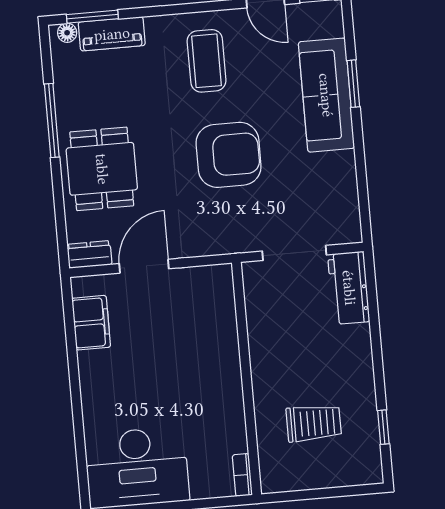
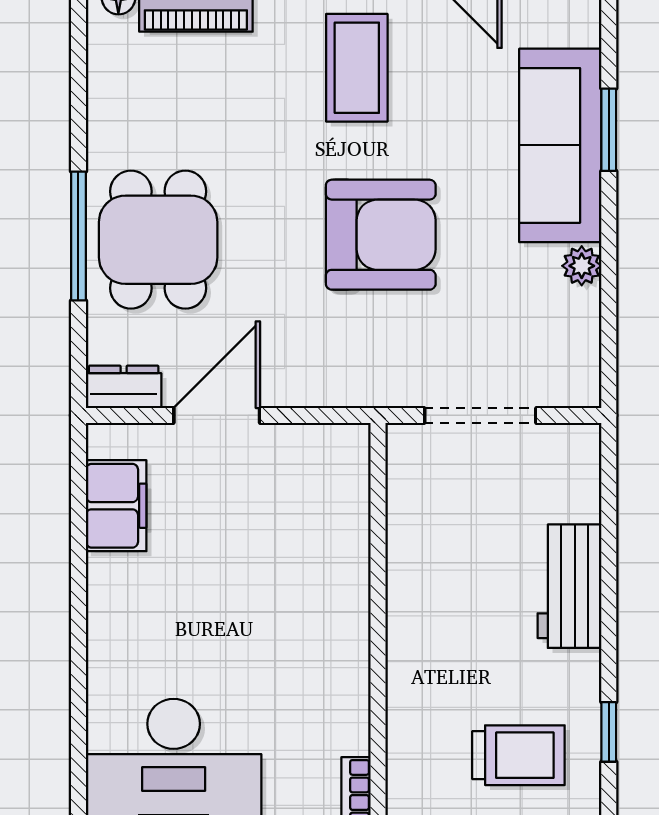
window: (52, 121) -> (78, 236), moved
plant: (345, 163) -> (582, 266), added
workbench: (349, 288) -> (569, 586), moved
trolley: (314, 423) -> (518, 755), moved

